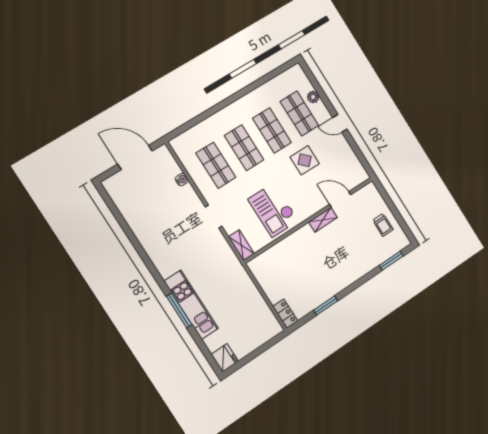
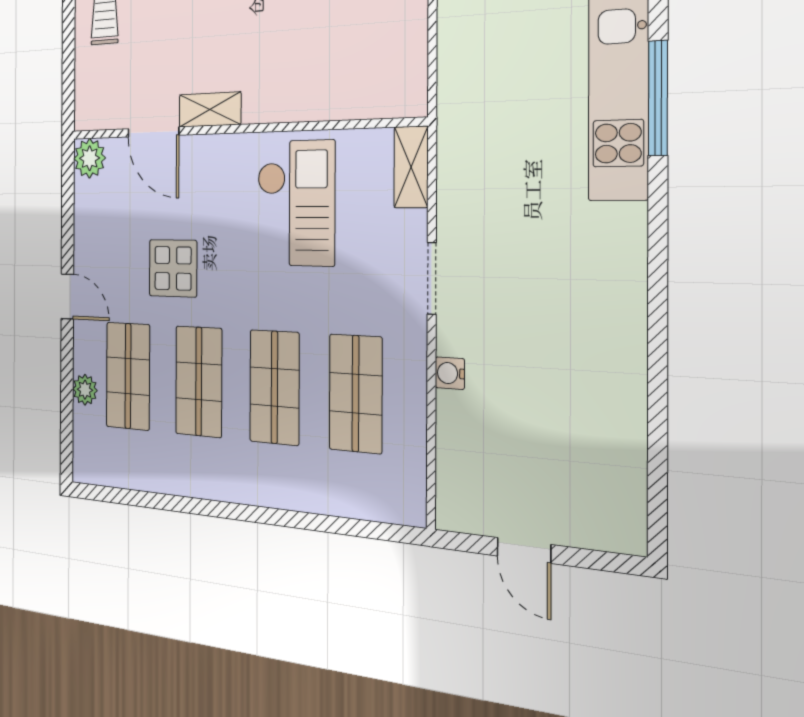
door: (135, 157) -> (524, 550), width x0.53
plant: (360, 175) -> (90, 158), added
water cooler: (182, 180) -> (450, 373), moved

